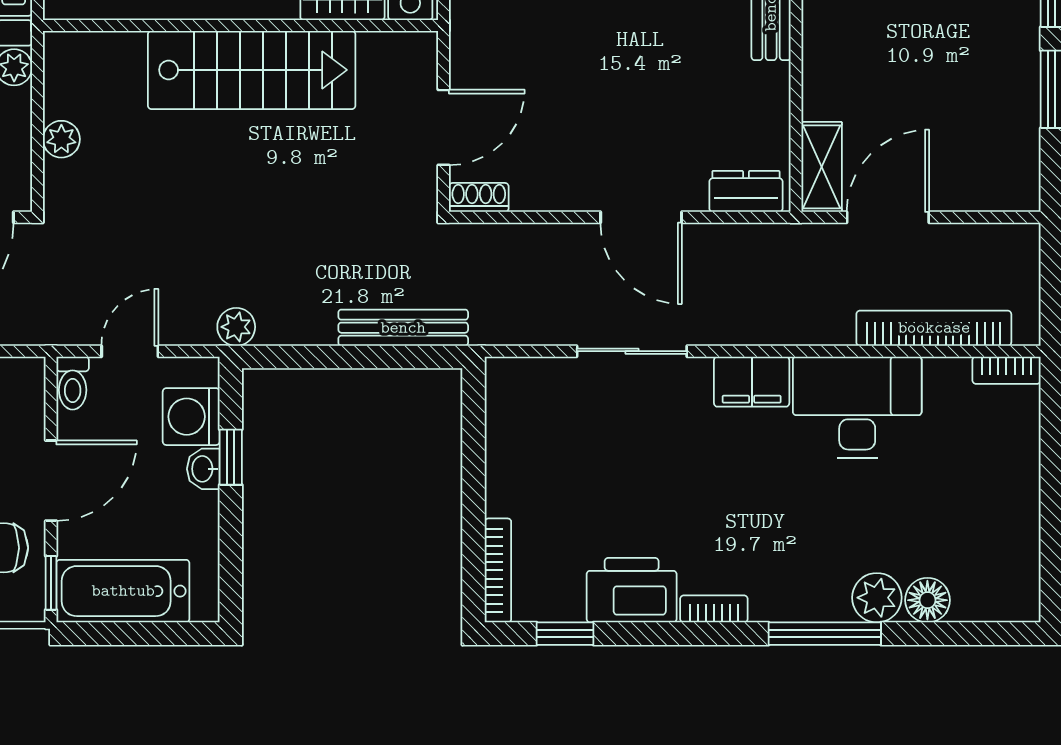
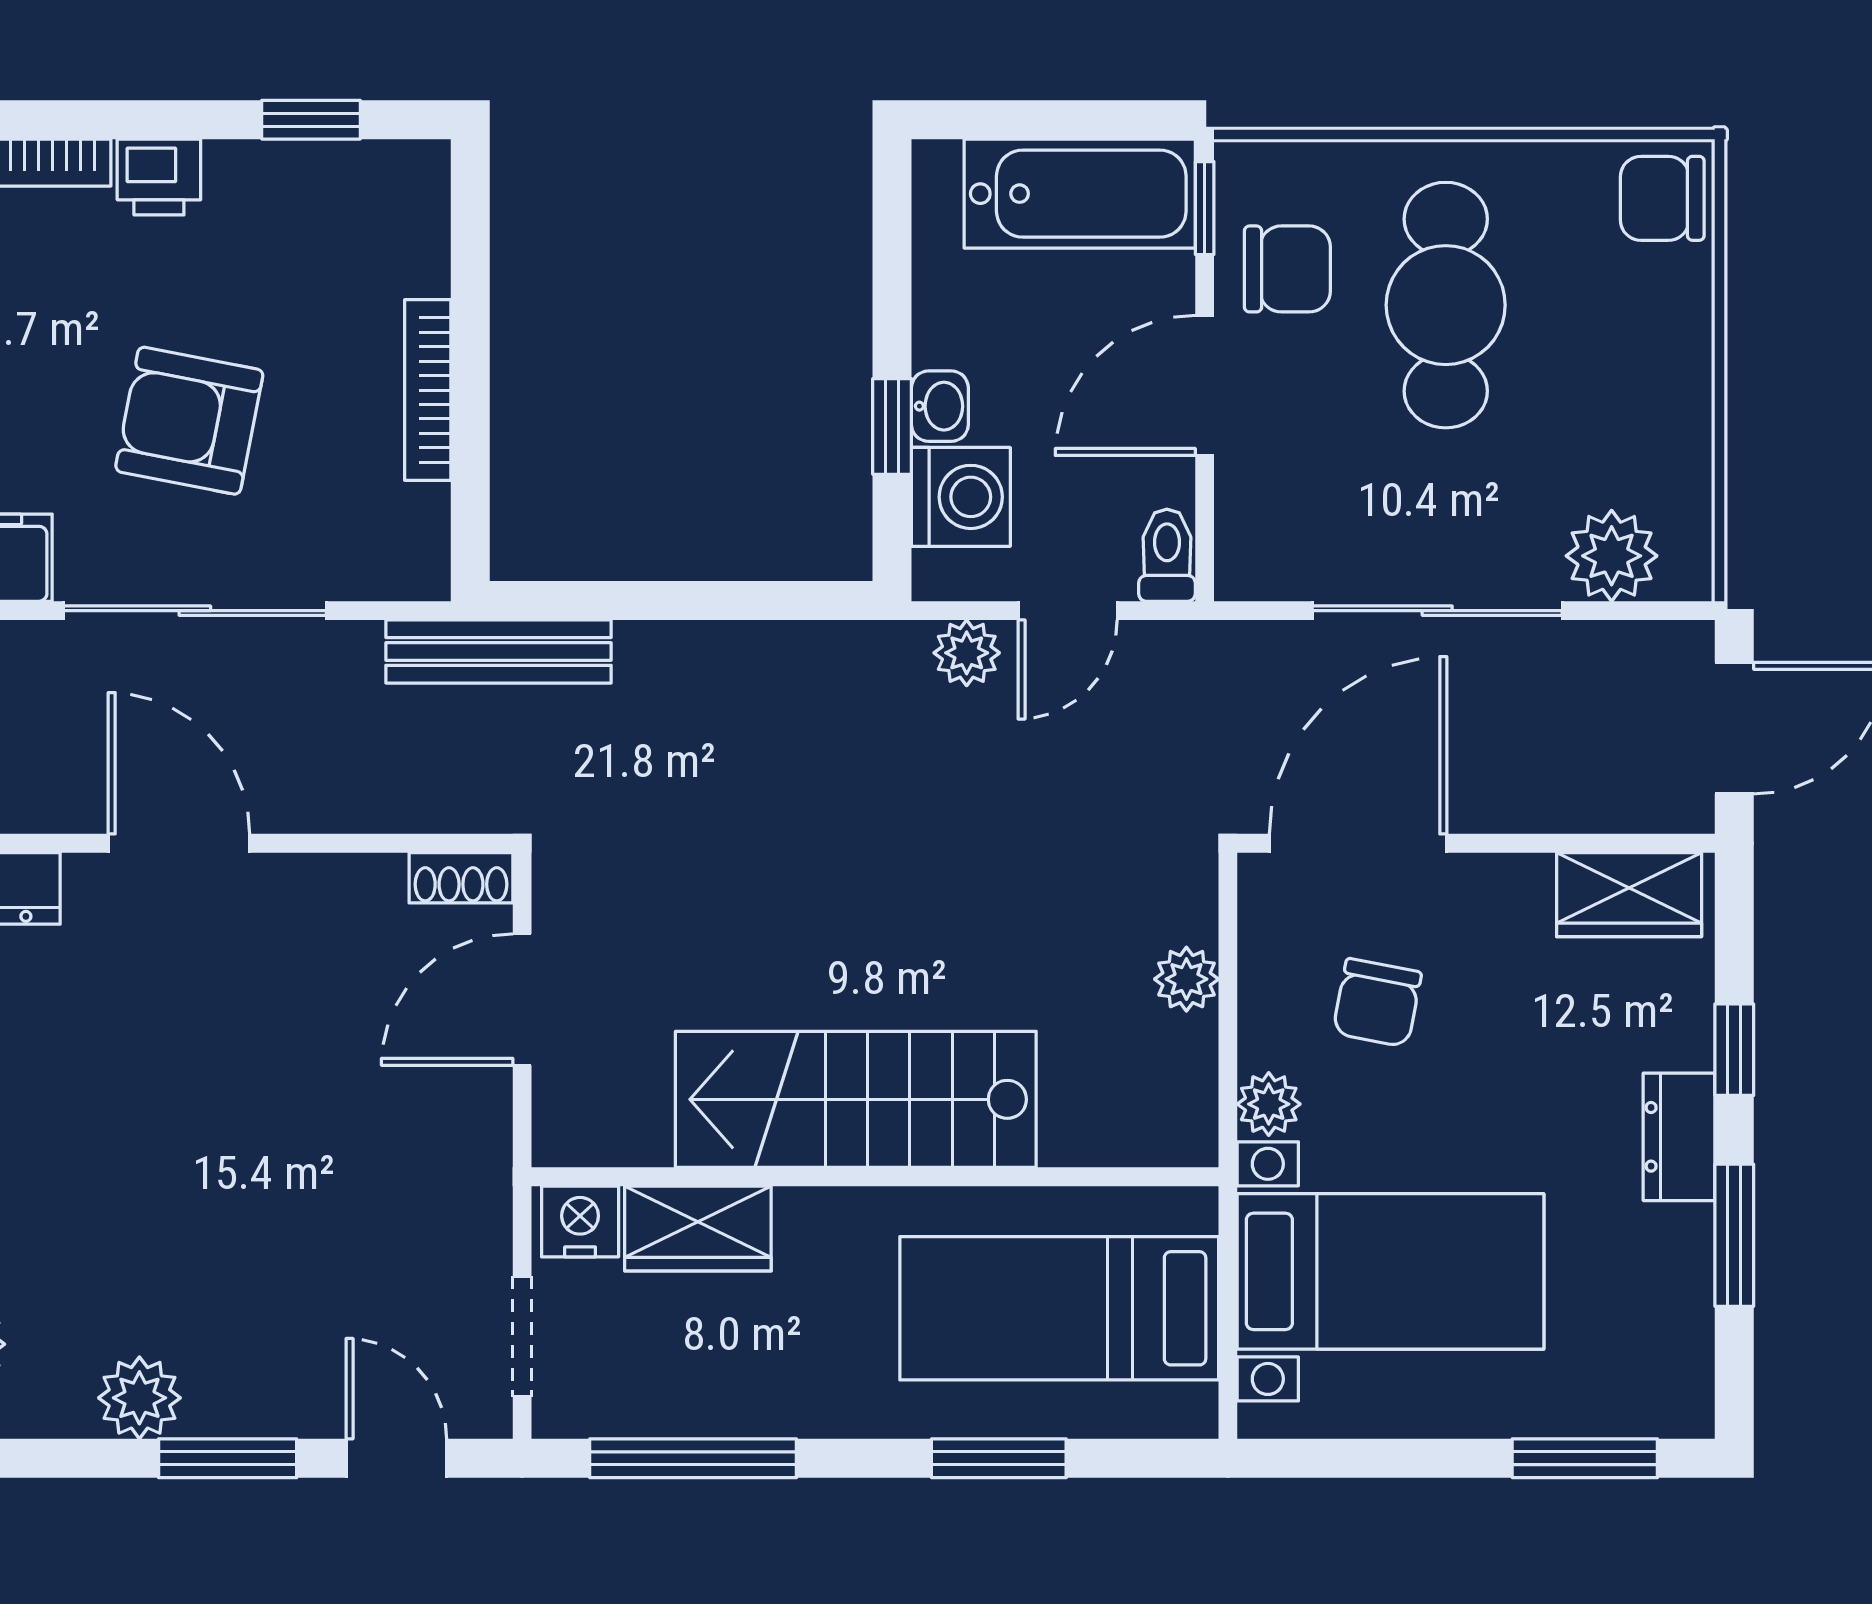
plant: (236, 327) -> (967, 653), moved
bench: (403, 328) -> (499, 651), moved
sliding door: (632, 351) -> (195, 611), width x1.37
armchair: (635, 460) -> (189, 421), added
bookcase: (498, 570) -> (428, 390), moved
printer: (632, 590) -> (159, 177), width x0.53, depth x0.68

